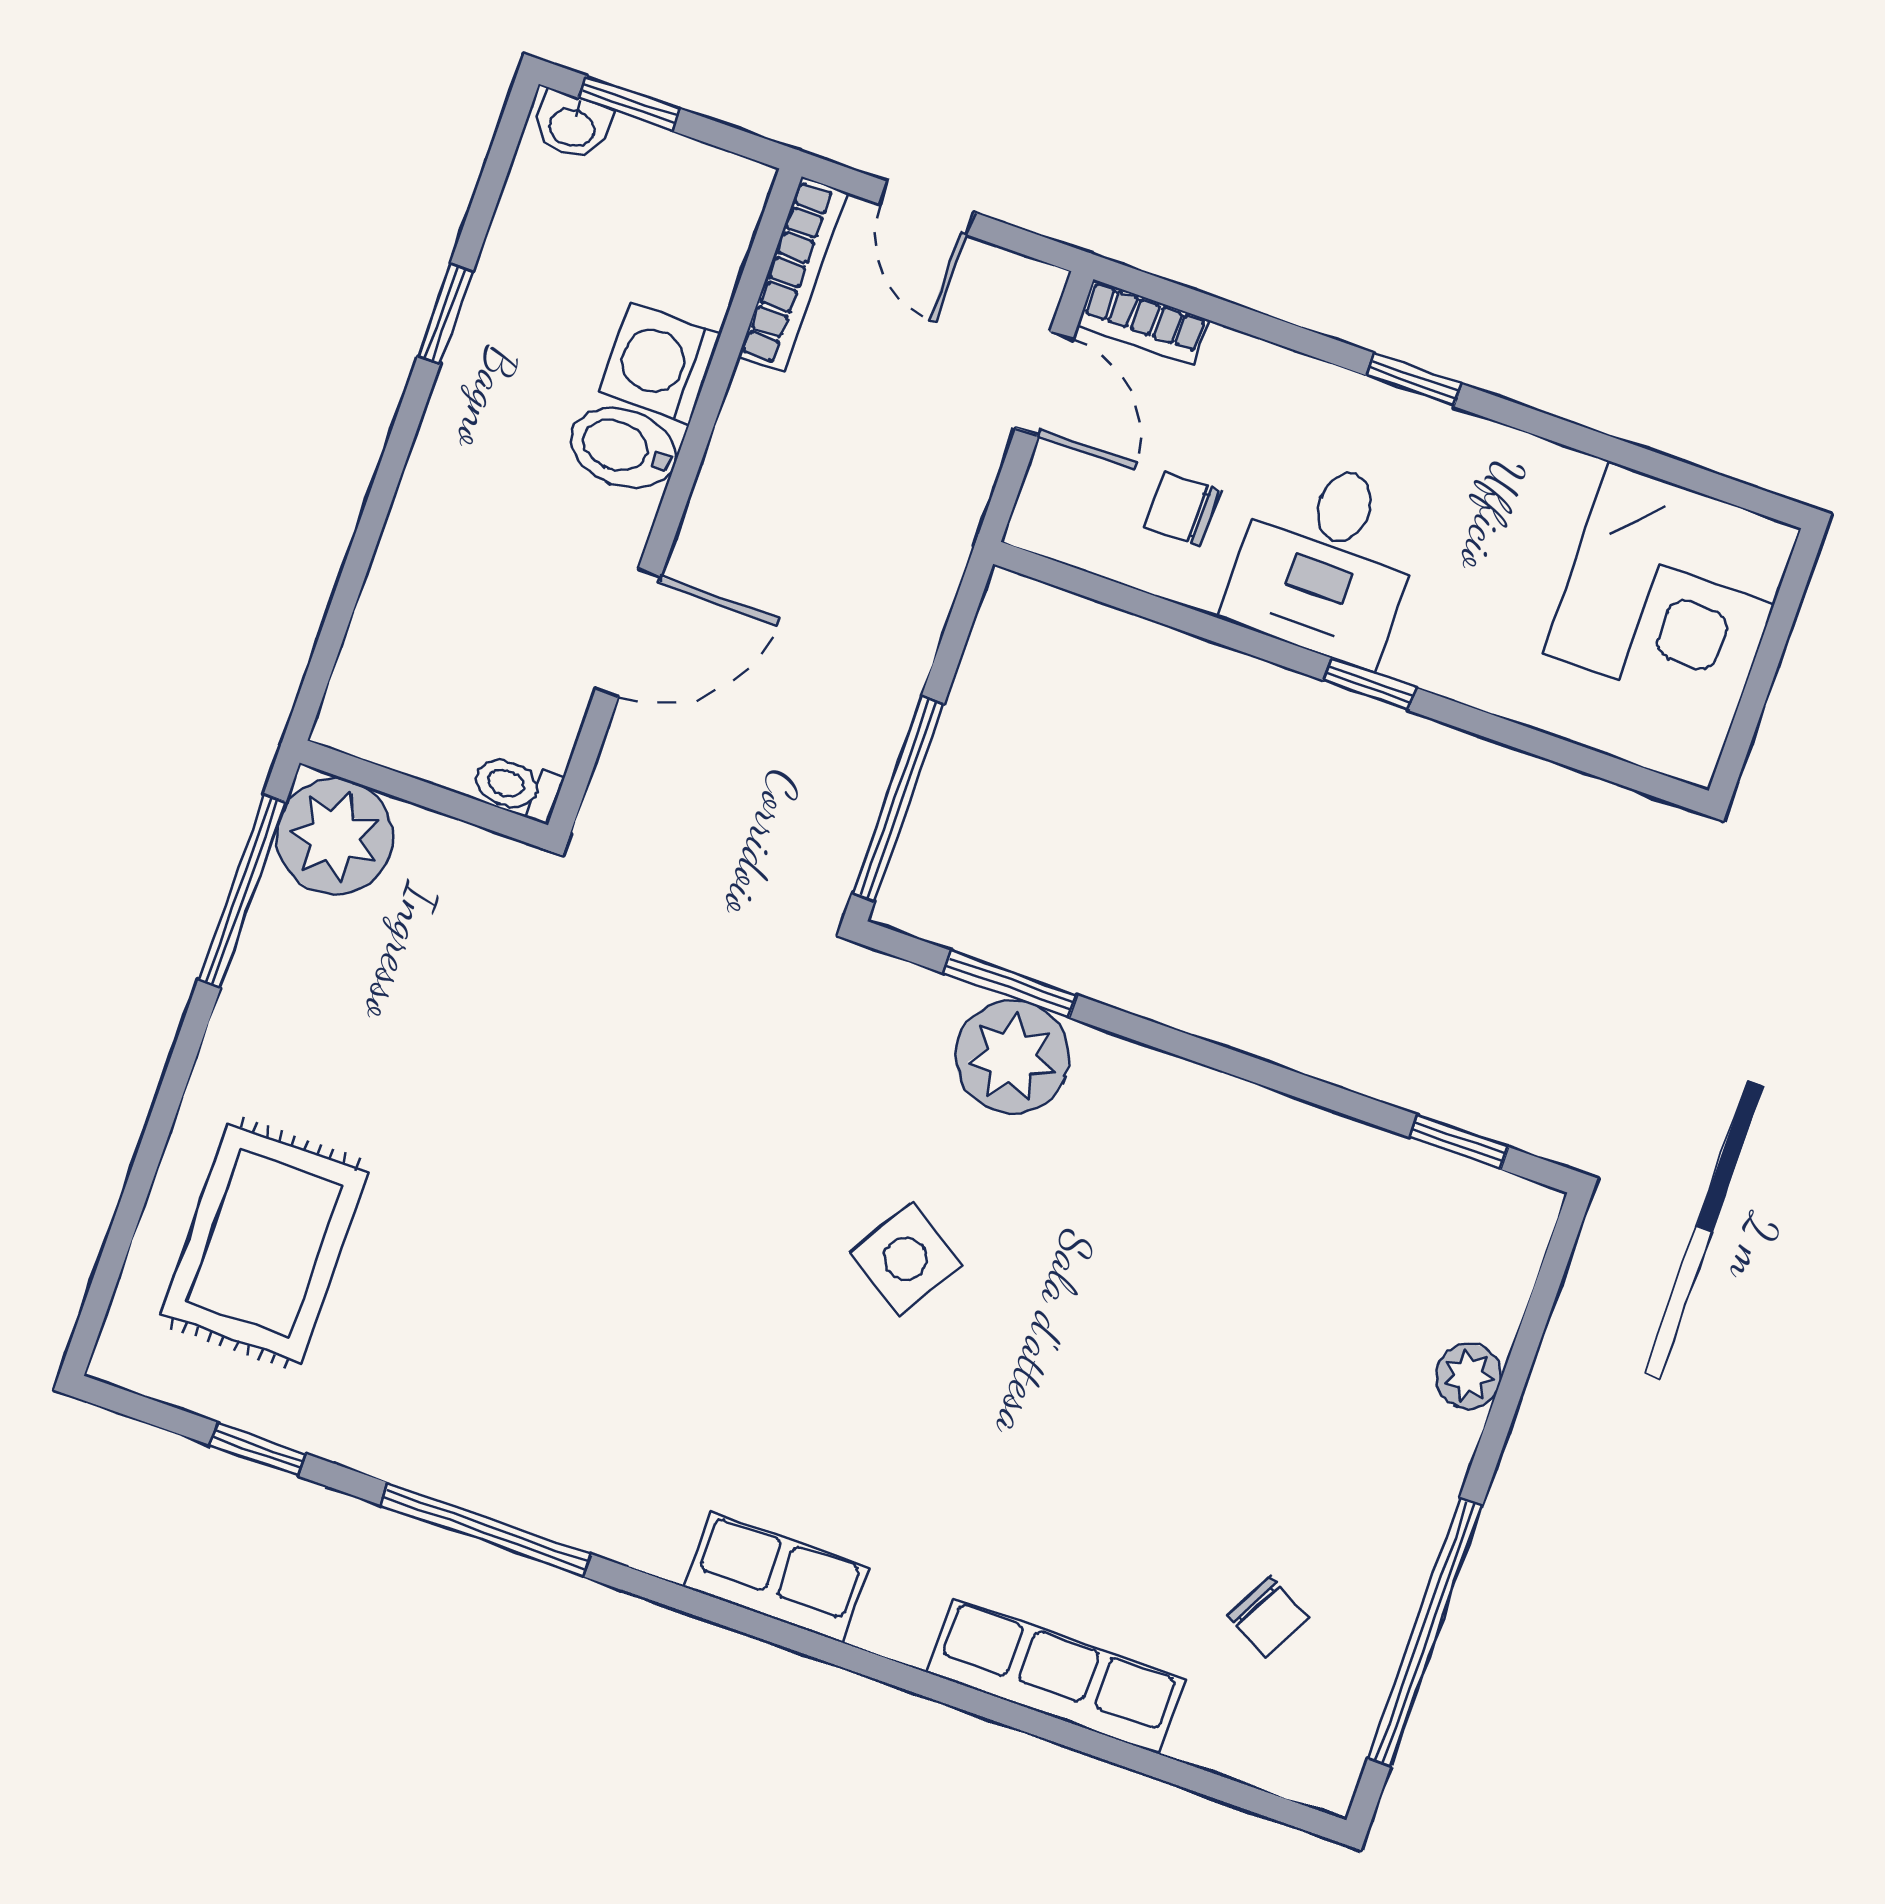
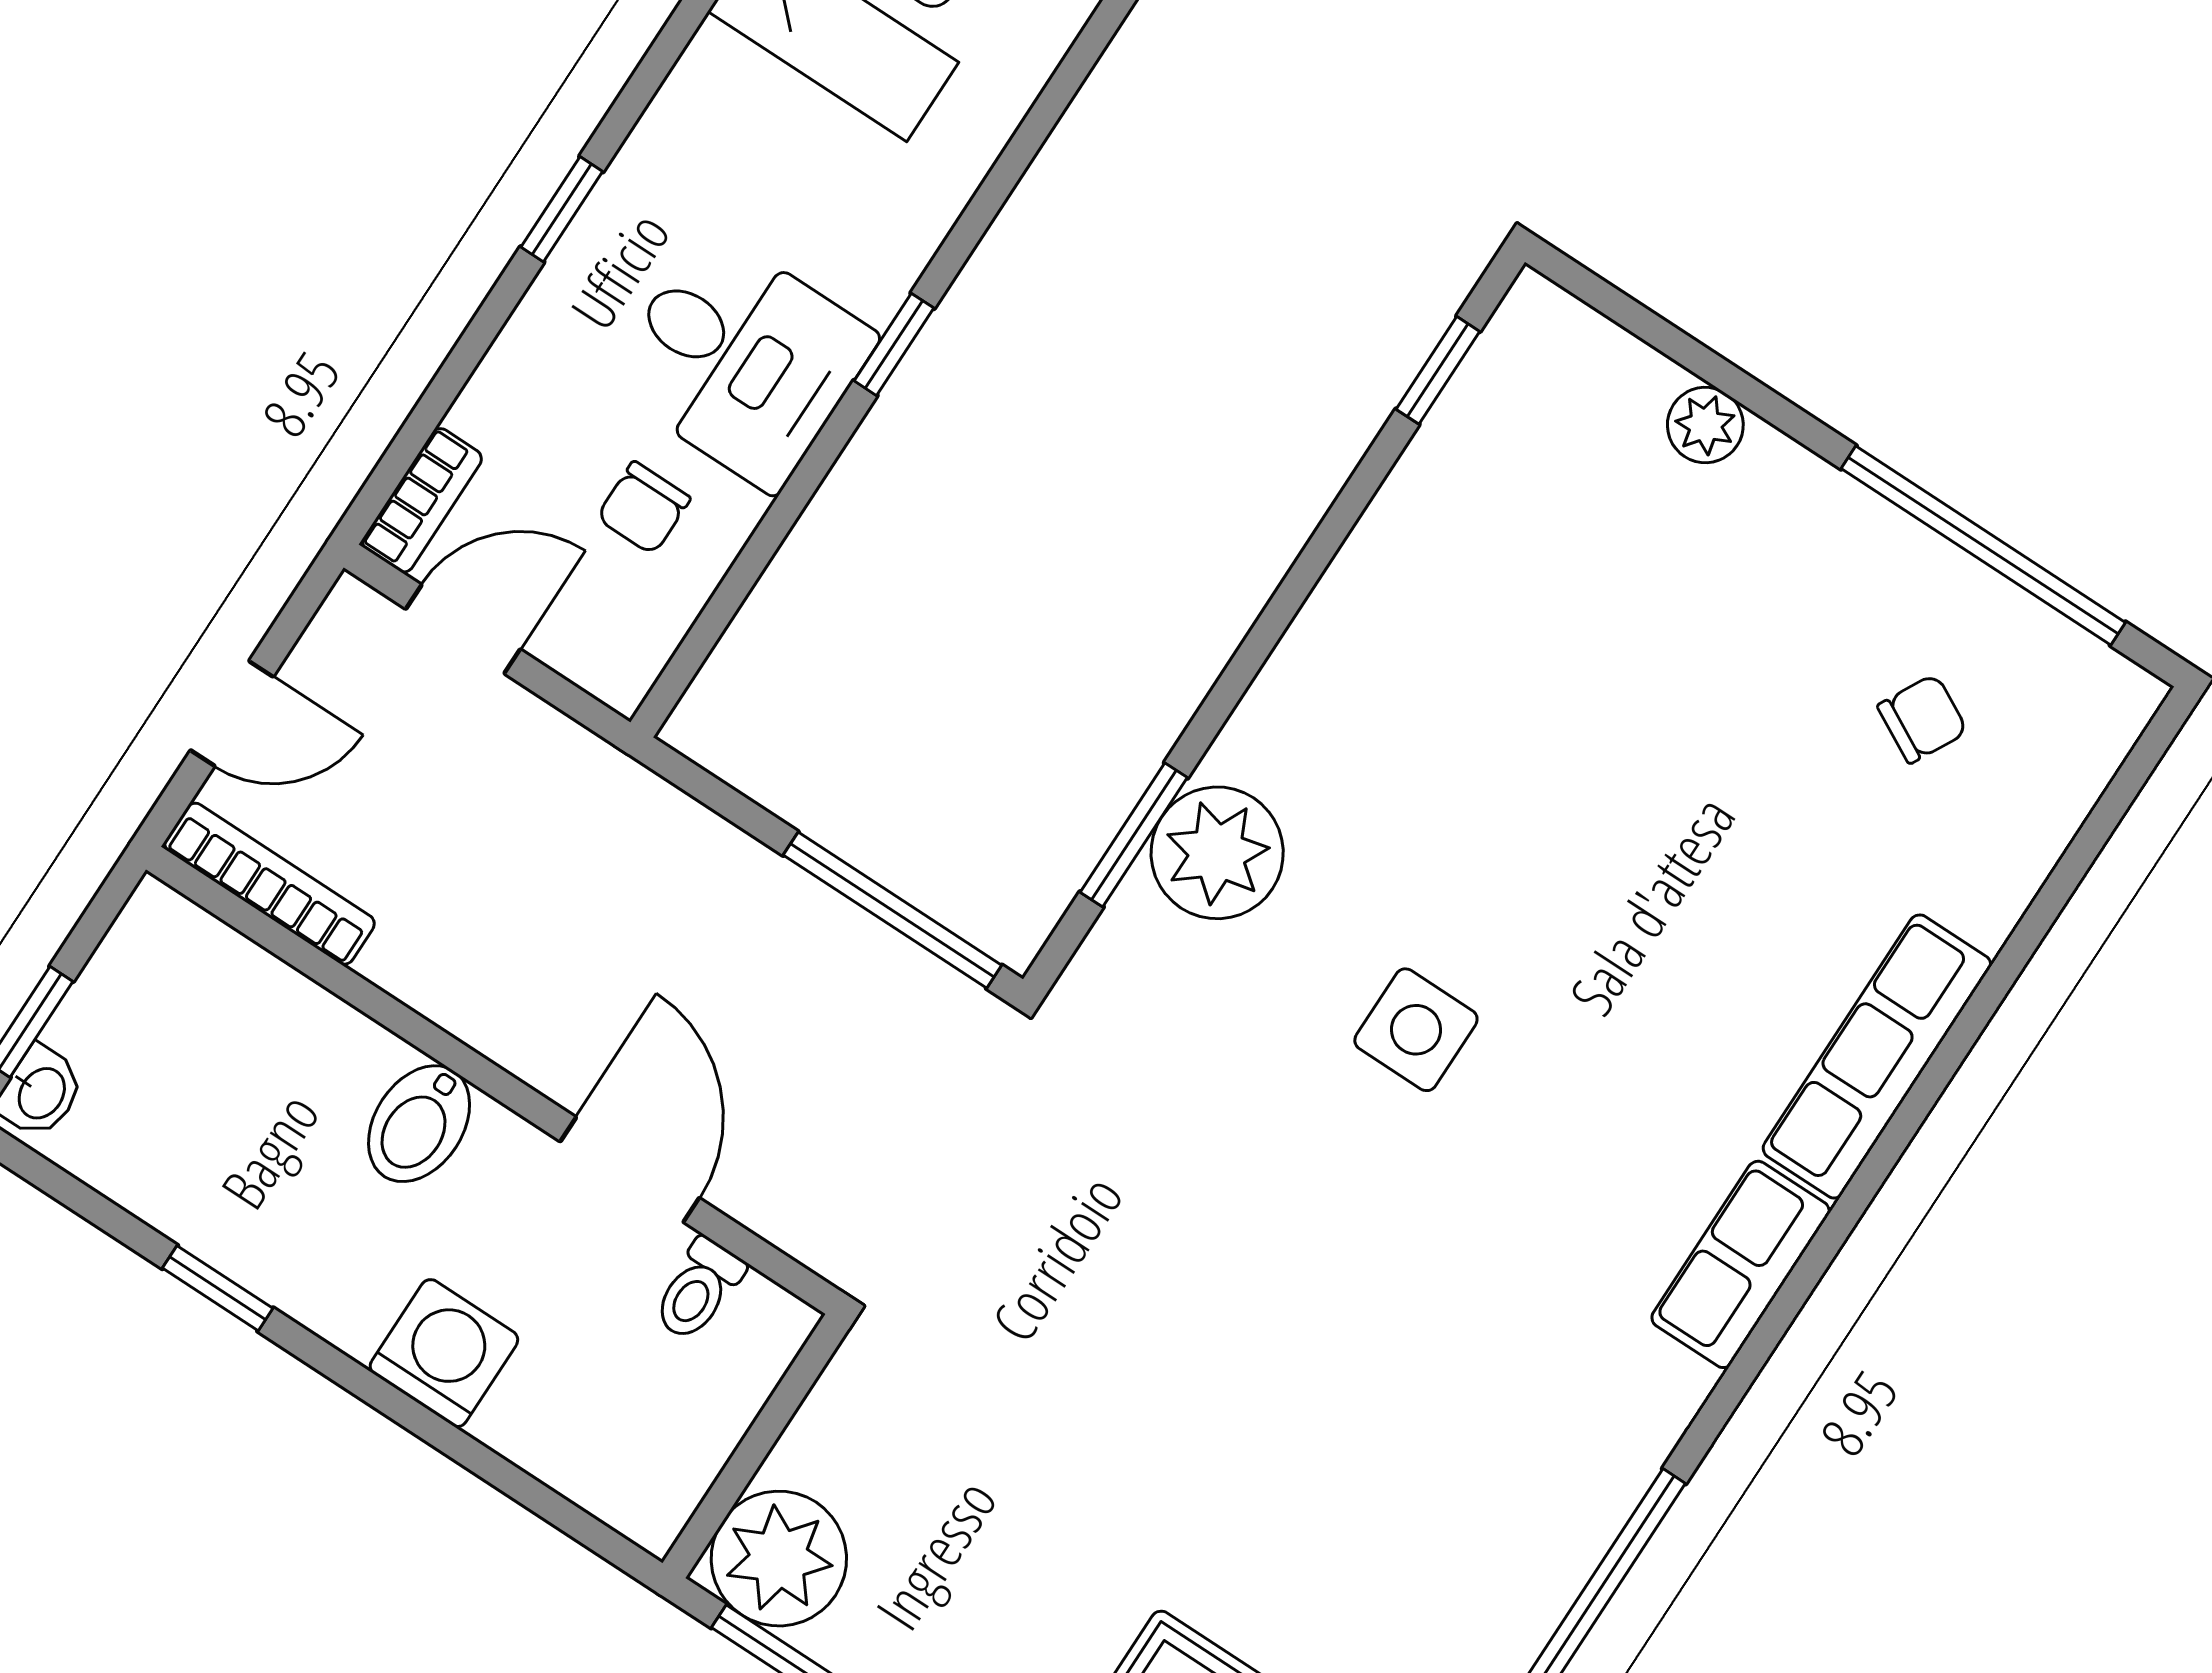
washing machine: (660, 363) -> (444, 1353), moved, turned 180
toilet: (517, 787) -> (698, 1290), moved
side table: (906, 1259) -> (1416, 1030), turned -32
row of seats: (1056, 1676) -> (1877, 1056), moved

